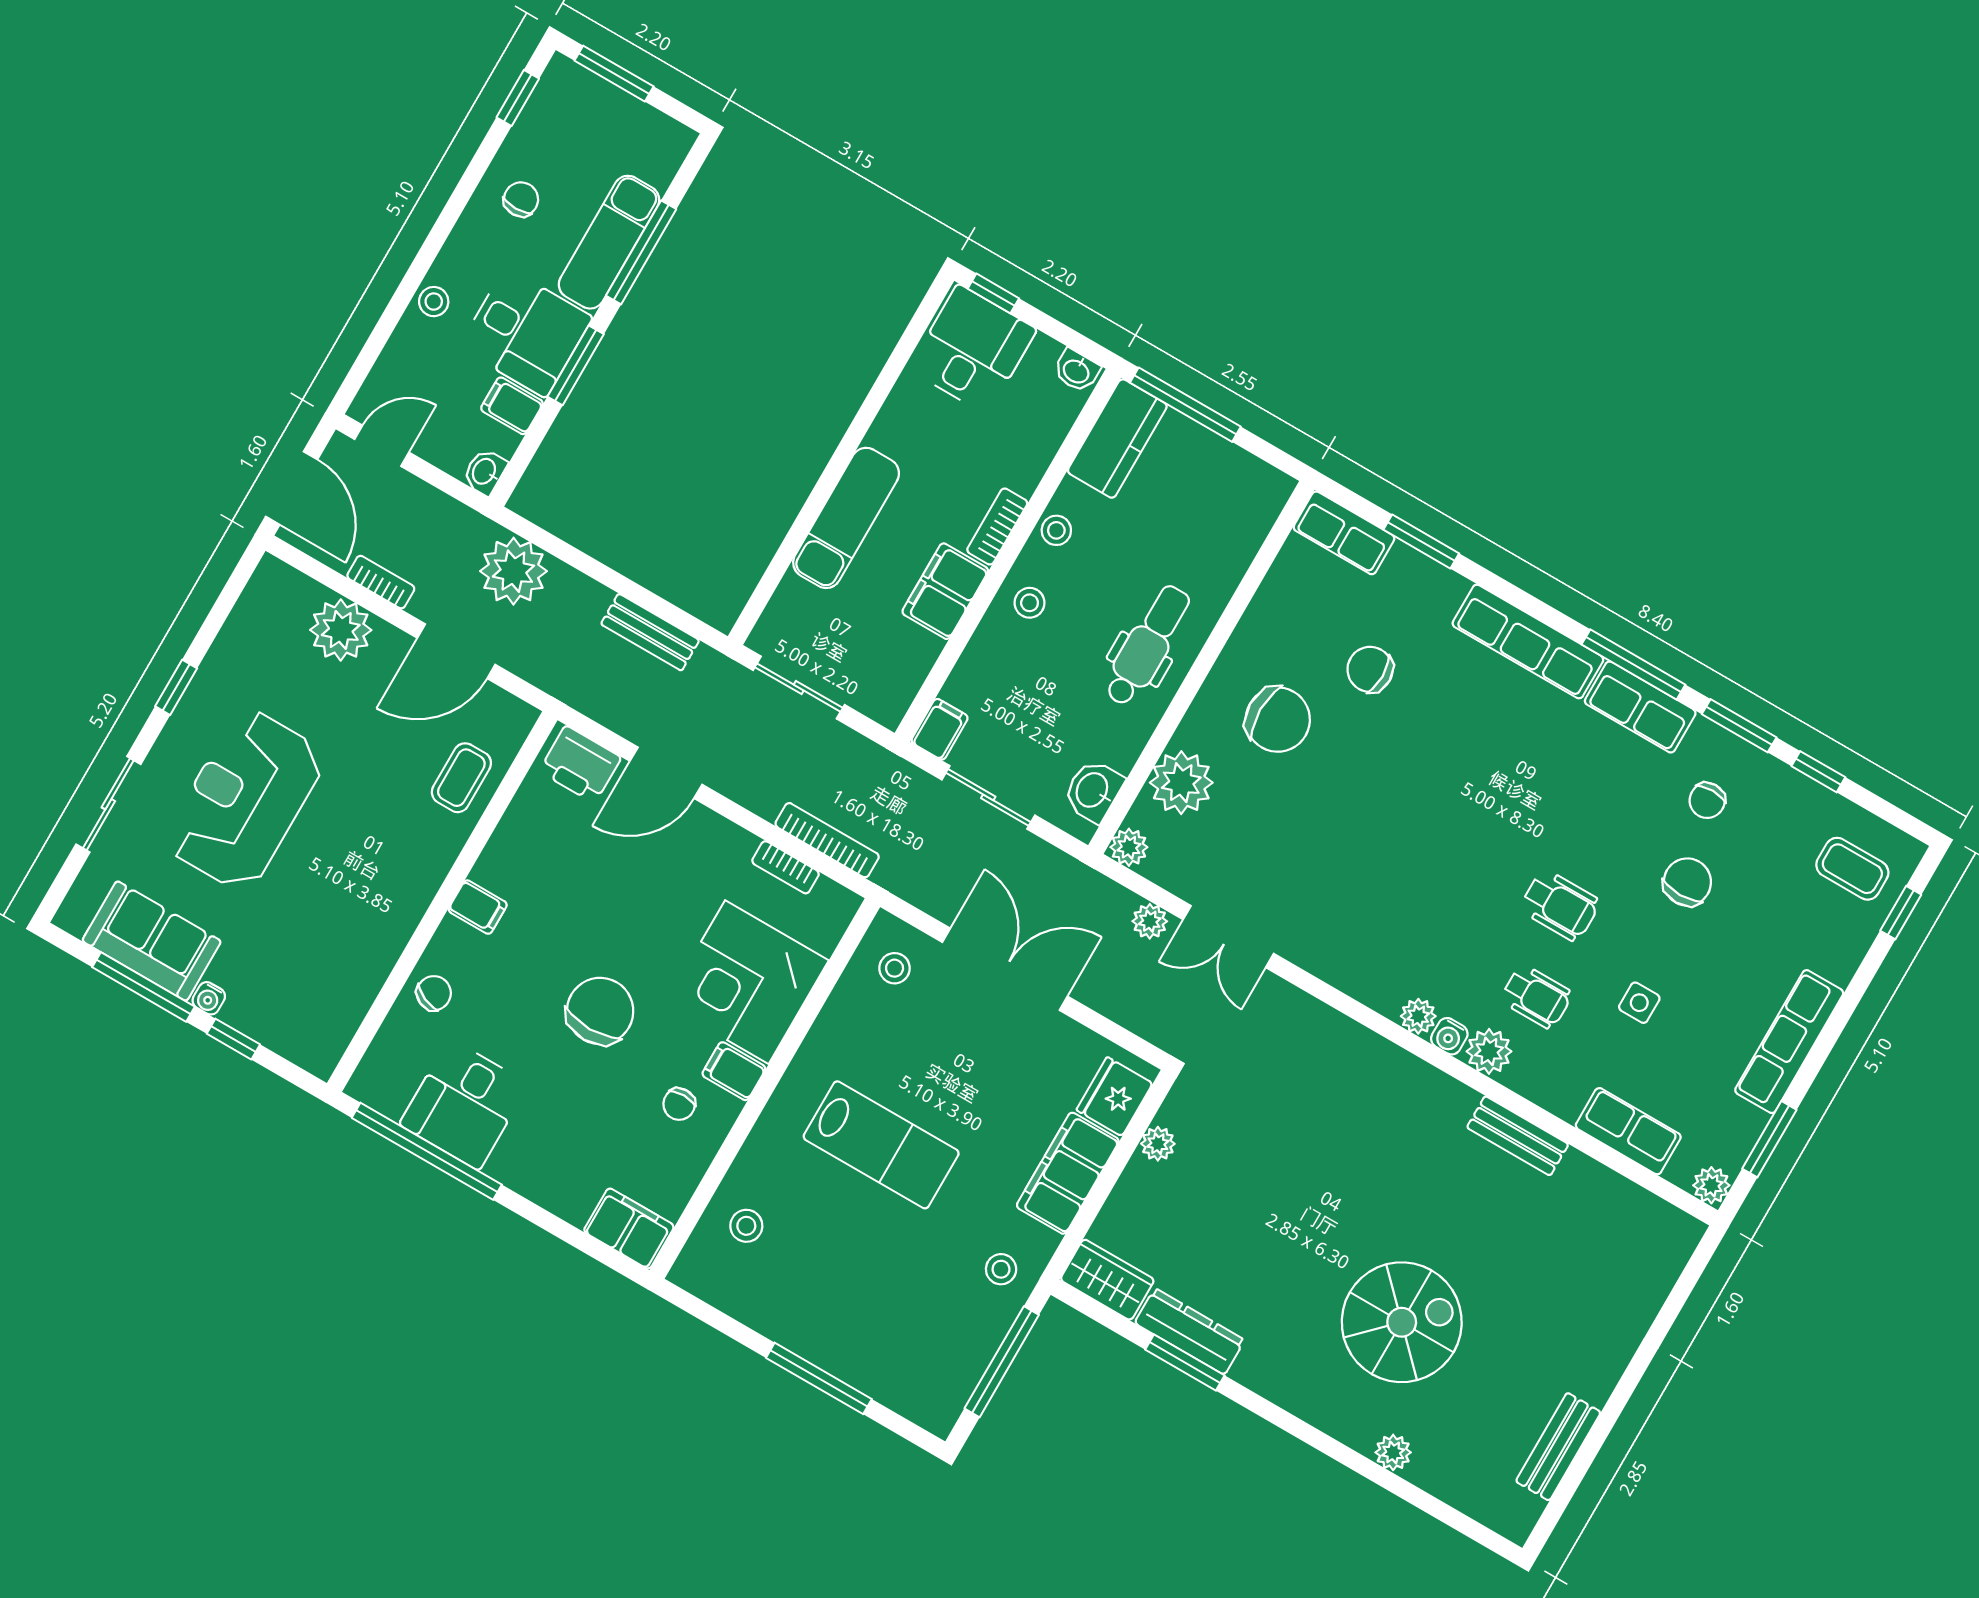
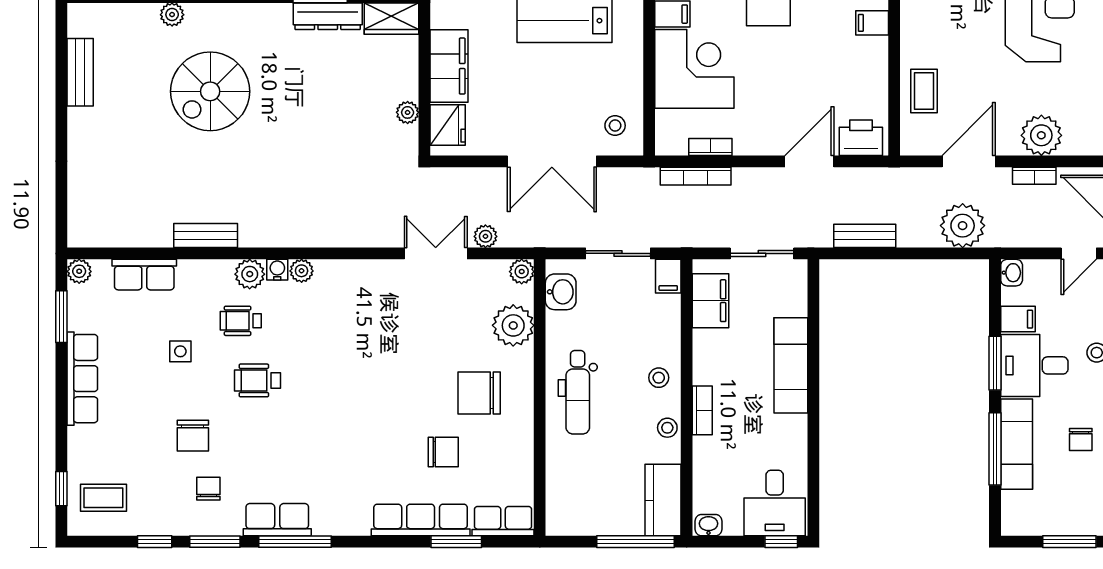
filing cabinet: (945, 591) -> (710, 301), moved
row of seats: (1528, 641) -> (421, 520), moved

